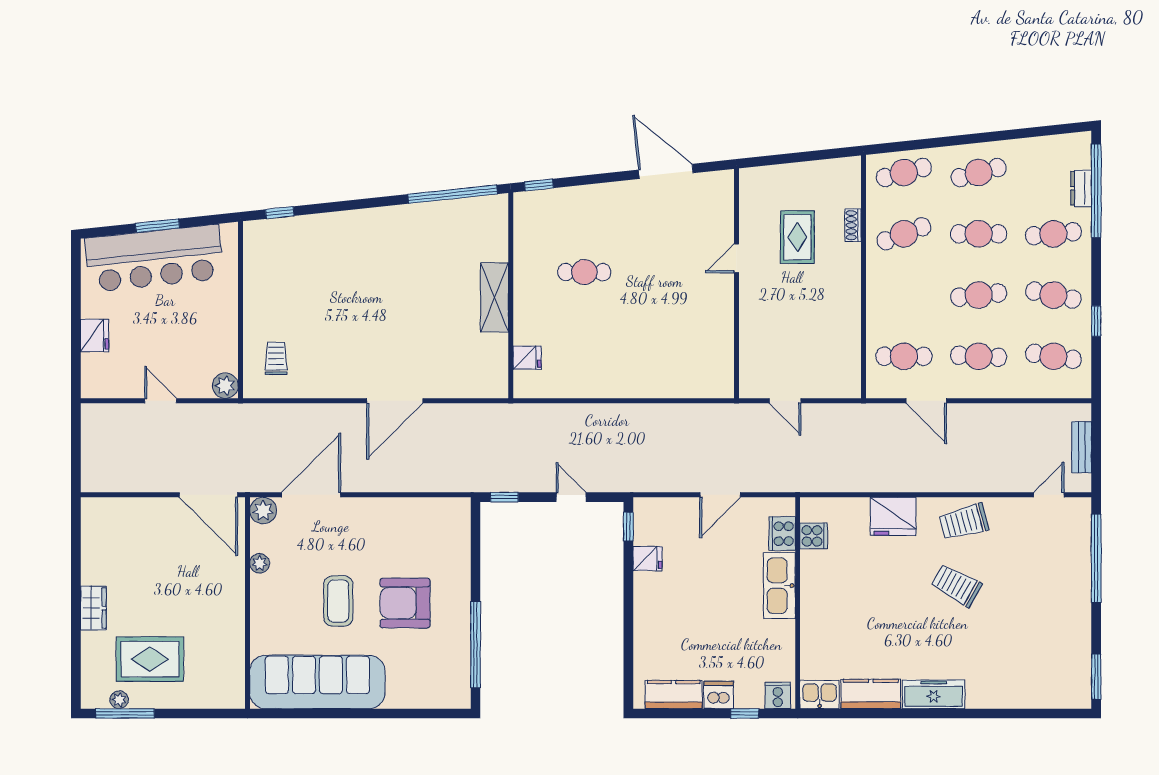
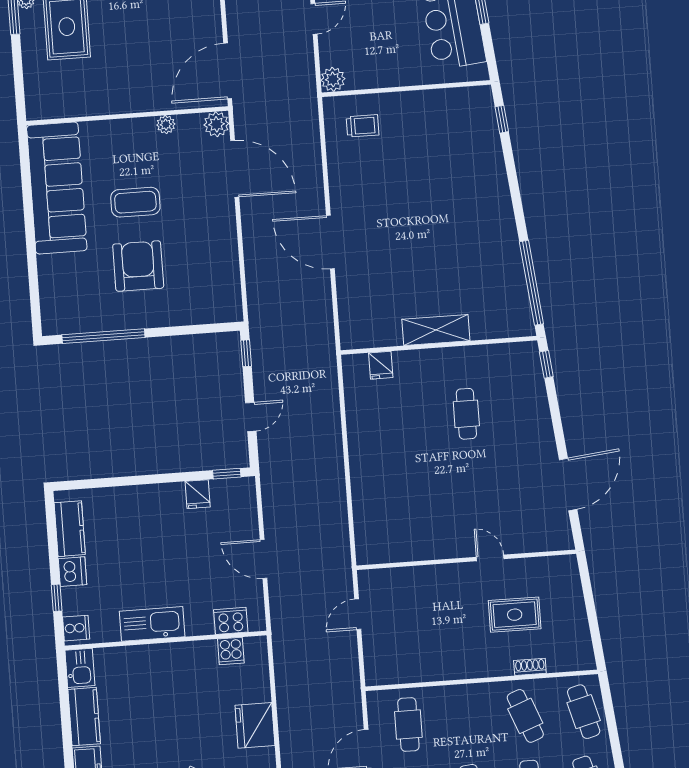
kitchen sink: (779, 586) -> (152, 624), moved

